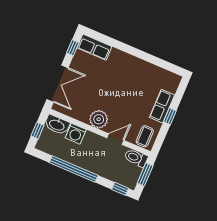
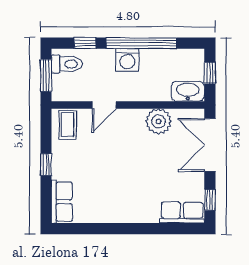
row of seats: (162, 106) -> (62, 202), moved
plant: (99, 119) -> (159, 121), moved
washing machine: (76, 134) -> (127, 60), moved, turned 180
toilet: (136, 158) -> (67, 64), moved
window: (120, 189) -> (85, 43), moved

